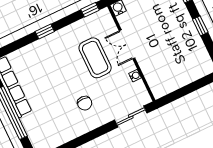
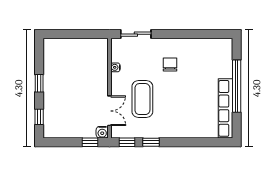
window: (45, 31) -> (151, 142), moved
double door: (127, 44) -> (109, 111), moved

